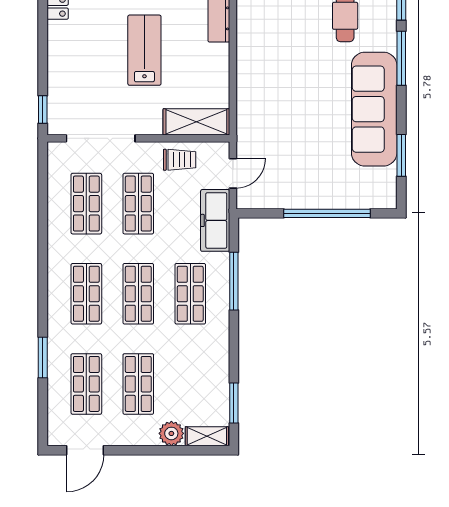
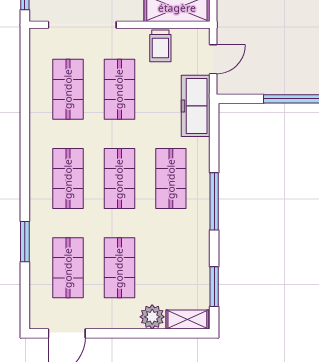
trolley: (180, 160) -> (160, 46), turned 90
window: (234, 281) -> (214, 201), moved

